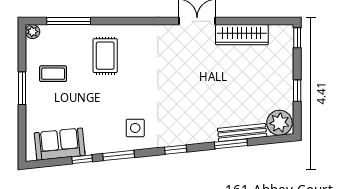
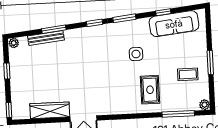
plant: (279, 123) -> (14, 43), width x0.53, depth x0.53
side table: (135, 128) -> (136, 54), moved
sofa: (60, 144) -> (174, 24), width x1.36
window: (119, 155) -> (124, 18), moved

